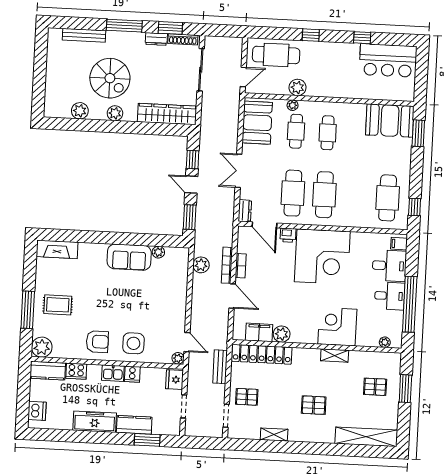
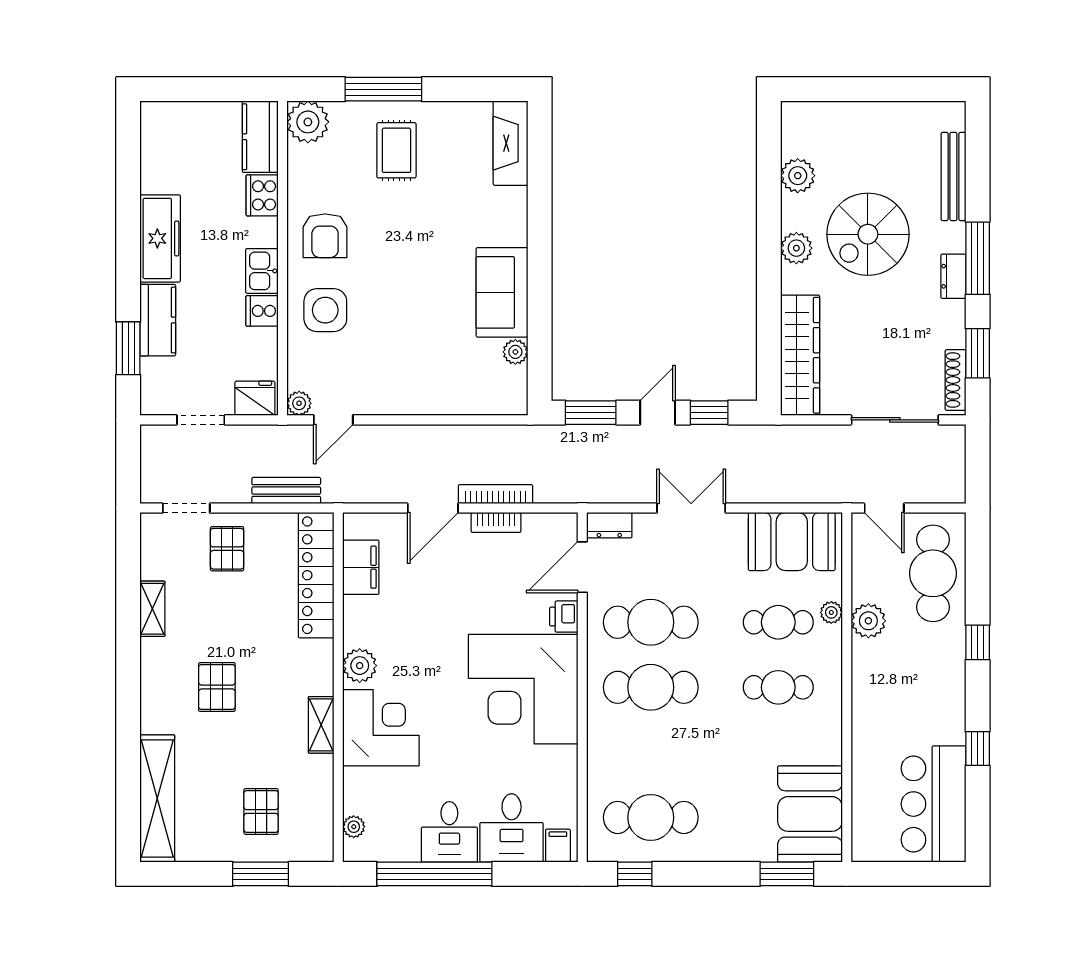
dresser: (156, 39) -> (953, 276), moved
plant: (201, 265) -> (494, 441), removed
plant: (282, 334) -> (360, 666), moved
dishwasher: (37, 411) -> (176, 119), removed

